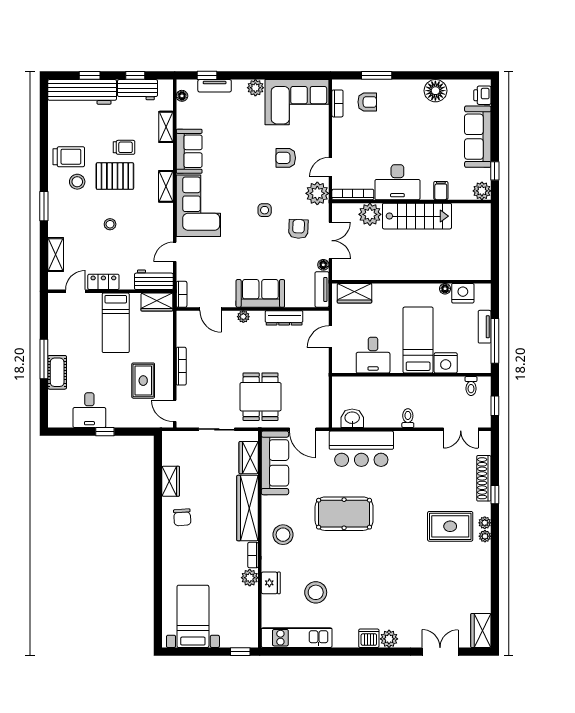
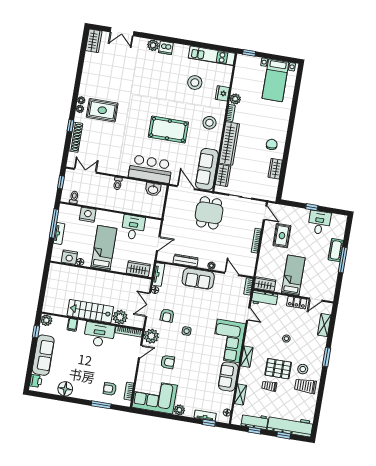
door: (175, 252) -> (248, 314), hinge flipped
bed: (418, 340) -> (104, 248), moved, turned 180

